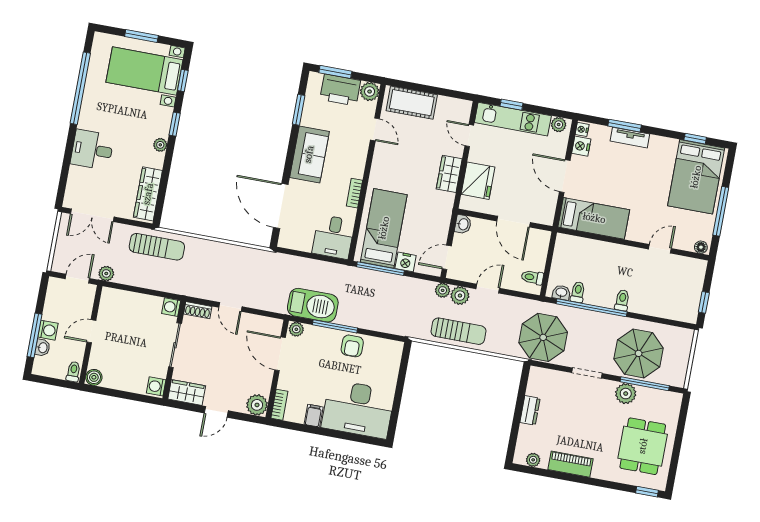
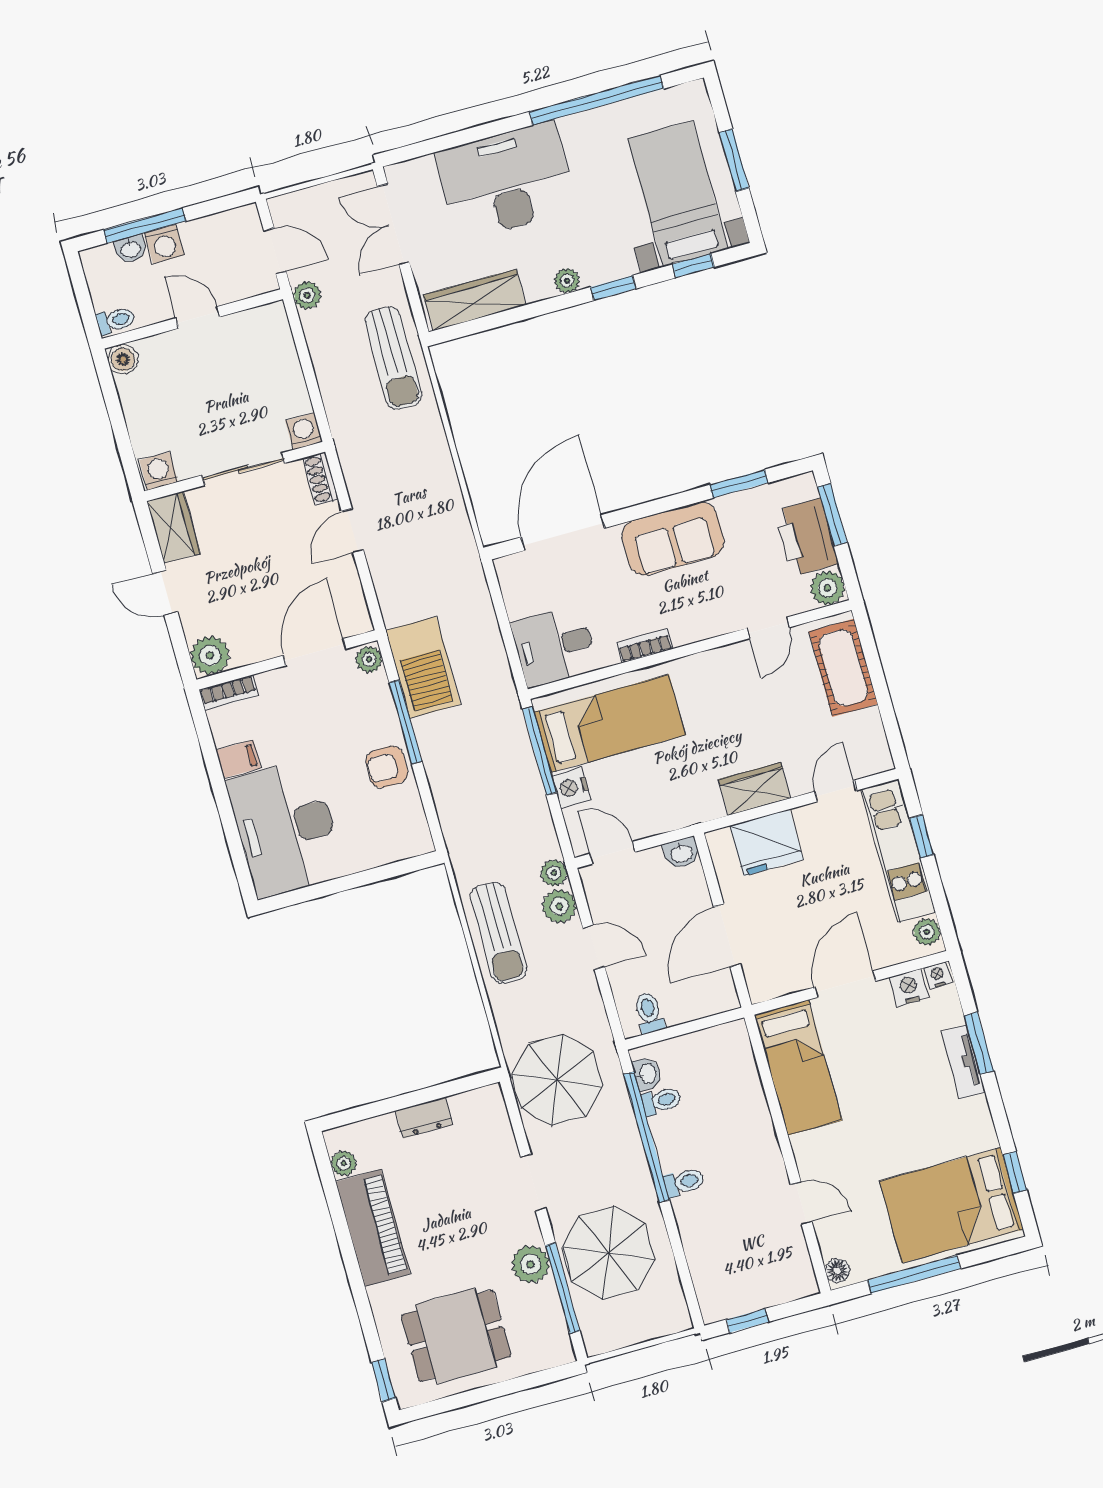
desk: (92, 150) -> (506, 181), width x1.87, depth x1.30
piano: (570, 464) -> (373, 1228), width x1.37, depth x1.33

